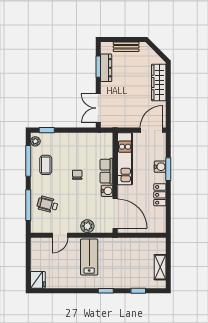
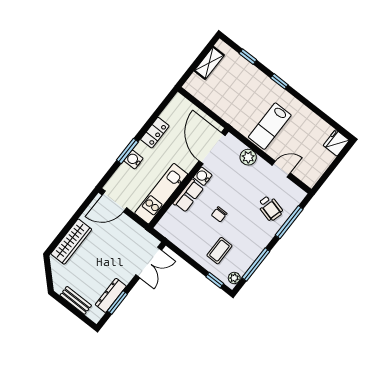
coffee table: (46, 165) -> (219, 251), moved

